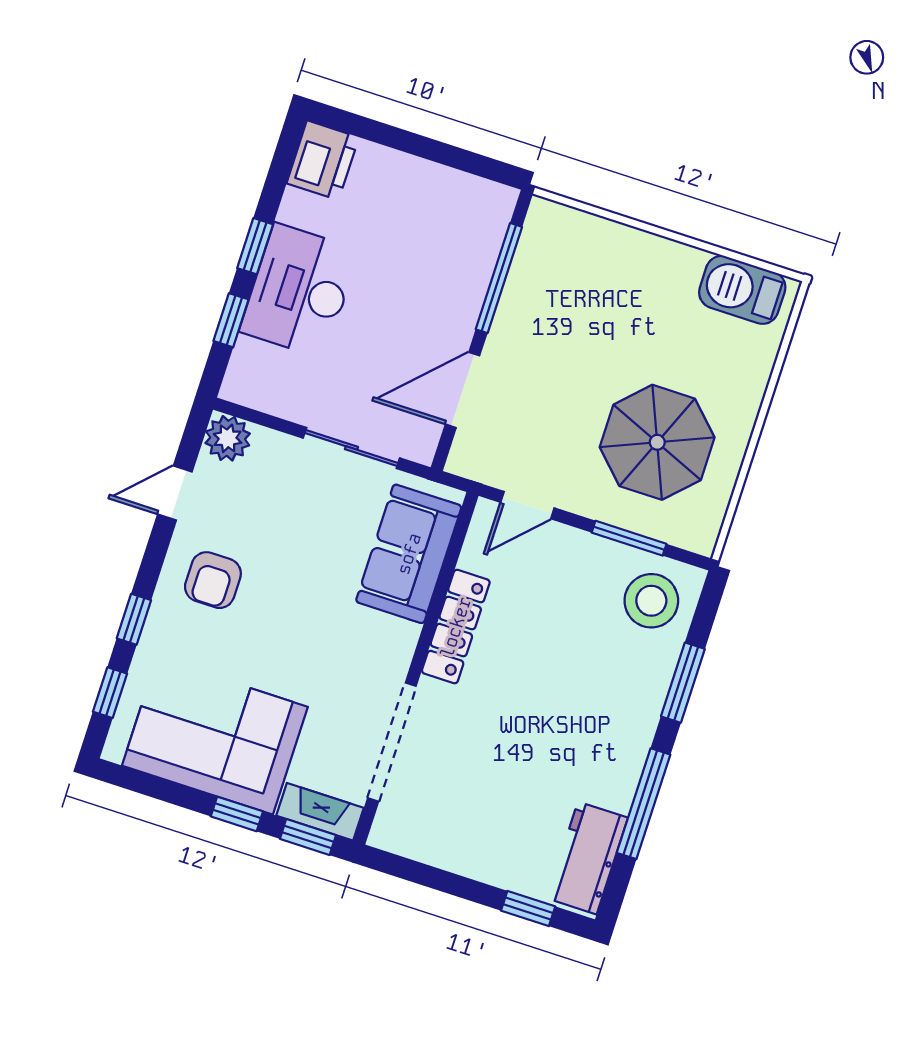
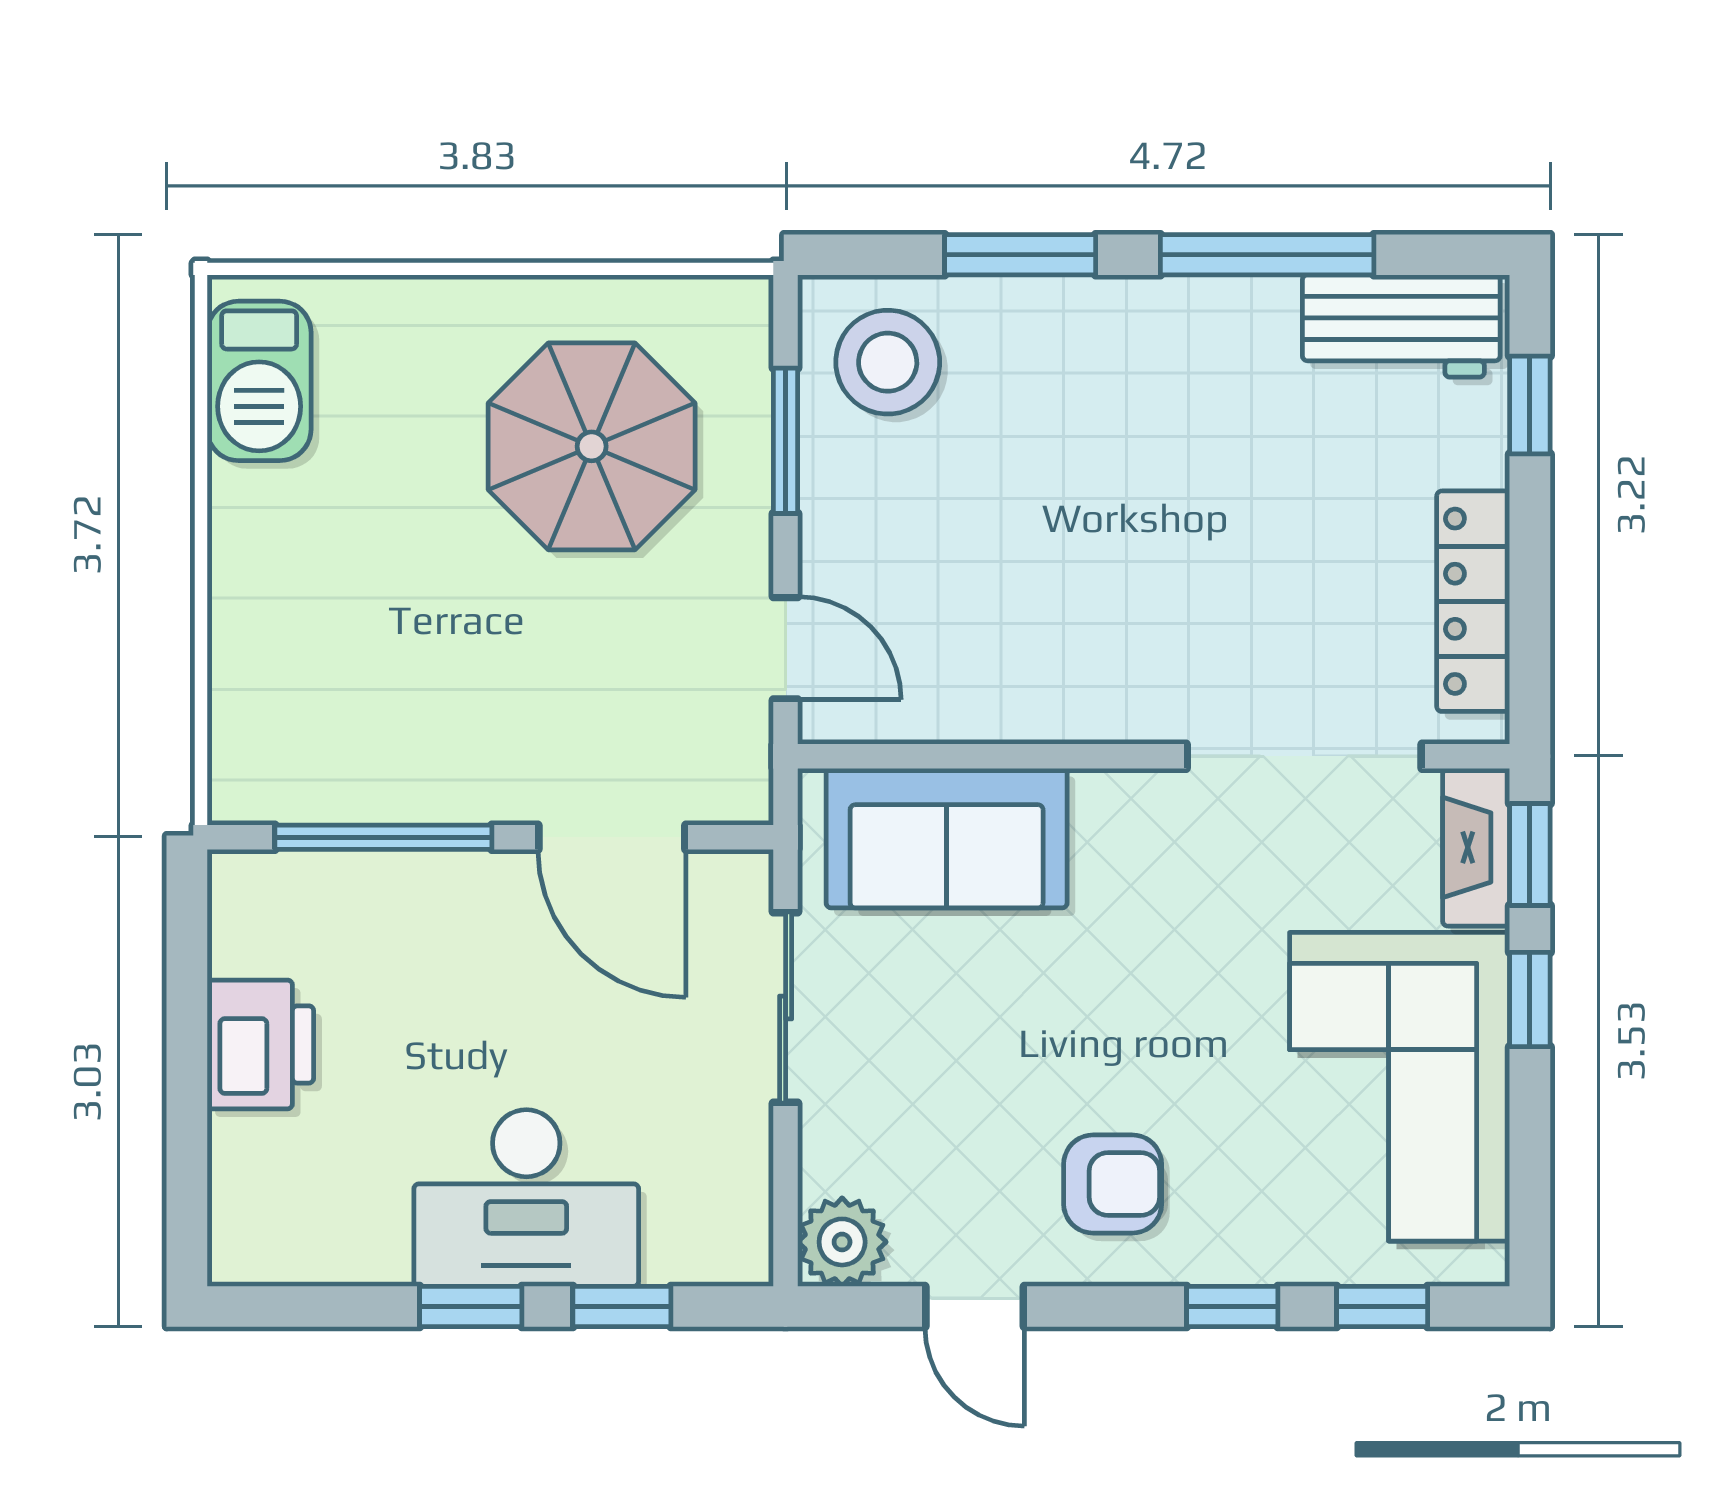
printer: (323, 160) -> (260, 1044), moved, turned 90
locker: (456, 627) -> (1473, 601), moved, turned -90

